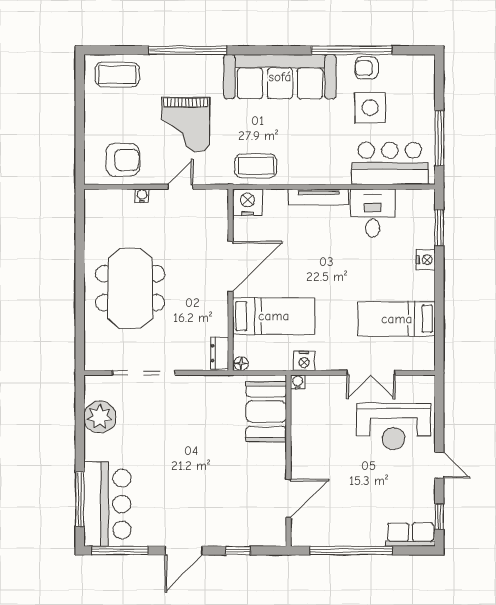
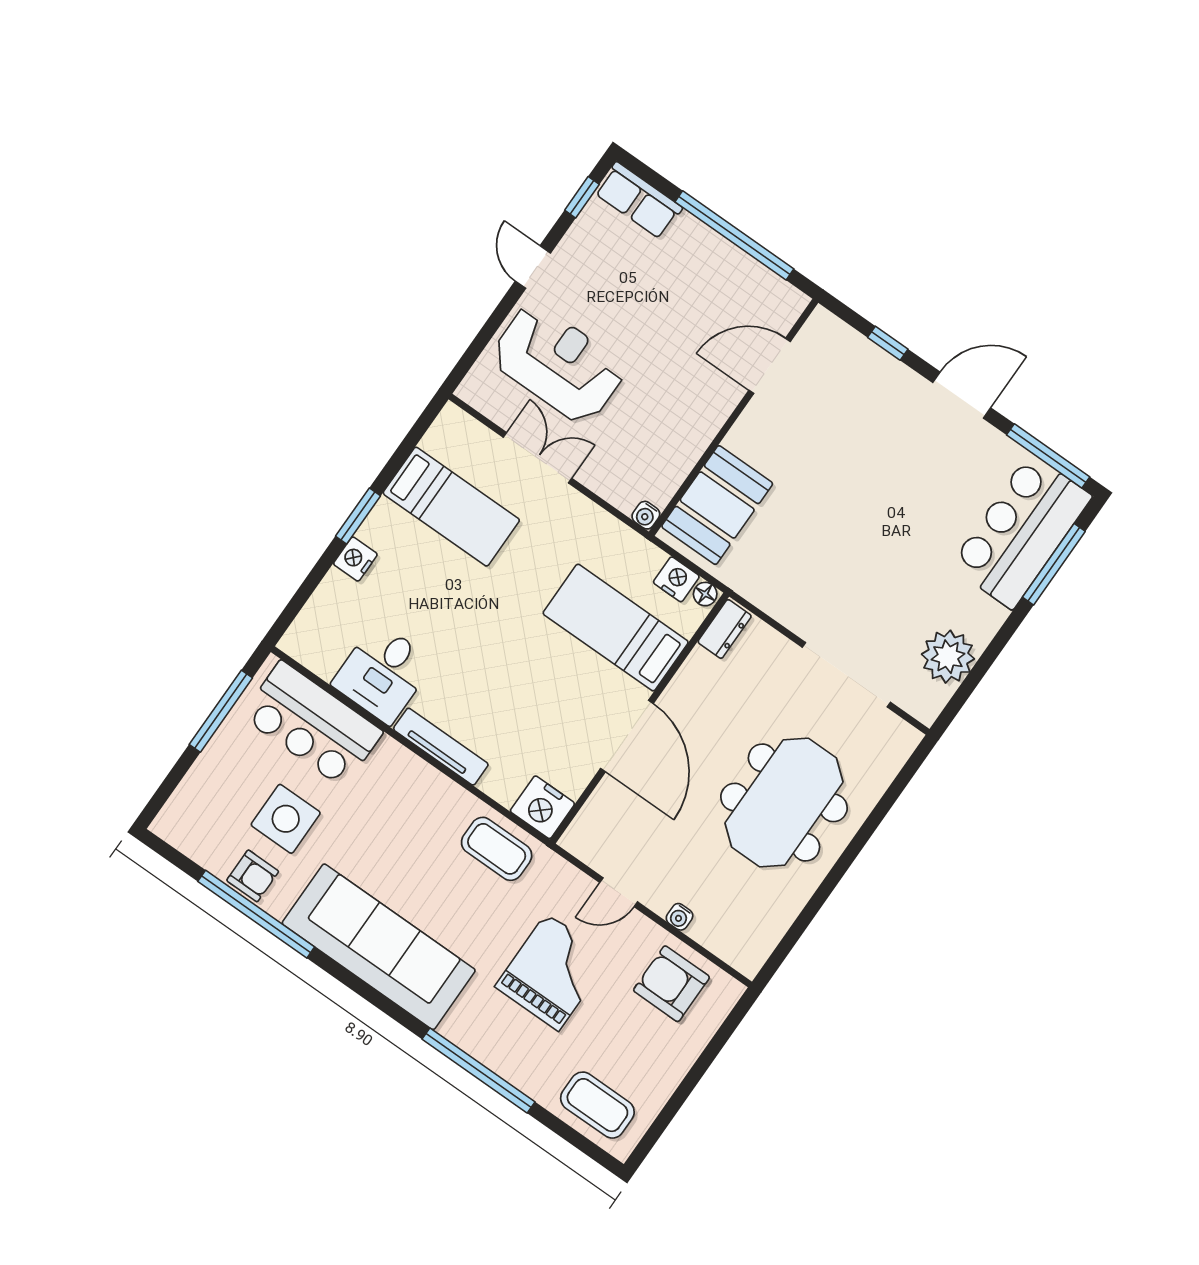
window: (439, 228) -> (358, 516), moved
door: (231, 267) -> (627, 736), swing flipped
nightstand: (304, 361) -> (676, 579), moved

